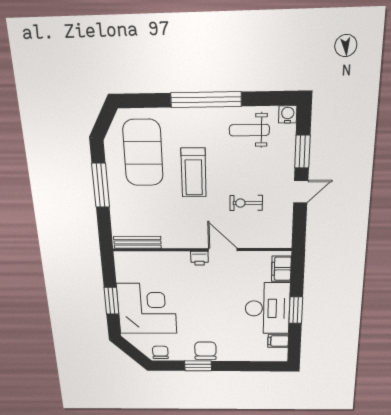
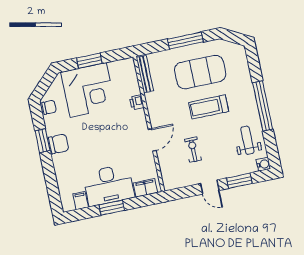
exercise mat: (143, 153) -> (200, 72), moved
printer: (199, 258) -> (137, 102), moved

